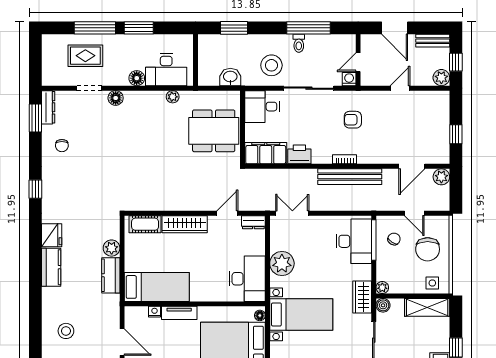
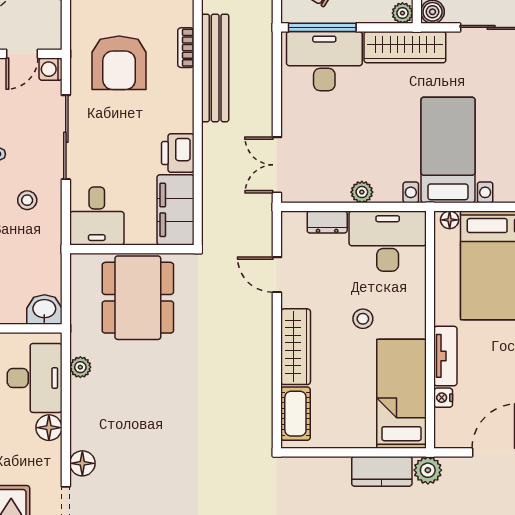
door: (358, 62) -> (22, 54), hinge flipped
stool: (271, 65) -> (27, 200), width x0.53, depth x0.53
washbasin: (230, 77) -> (44, 310), moved, turned 90
armchair: (353, 120) -> (119, 63), width x1.88, depth x1.88
bookcase: (345, 159) -> (186, 48), moved
dresser: (253, 222) -> (327, 222), moved, turned 90
plant: (112, 248) -> (428, 470), moved
plant: (282, 263) -> (362, 192), width x0.53, depth x0.53
stool: (201, 264) -> (363, 319), added
wardrobe: (362, 297) -> (405, 47), width x1.50

